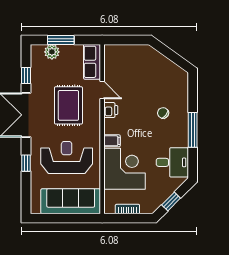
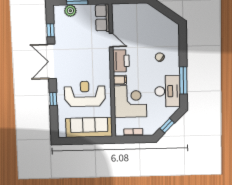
rug: (68, 105) -> (85, 53), removed
printer: (111, 110) -> (121, 61), width x1.87, depth x1.48
window: (193, 130) -> (183, 80), moved
desk: (172, 162) -> (168, 91), width x1.37

